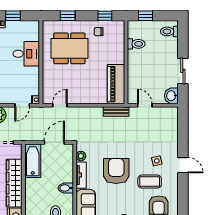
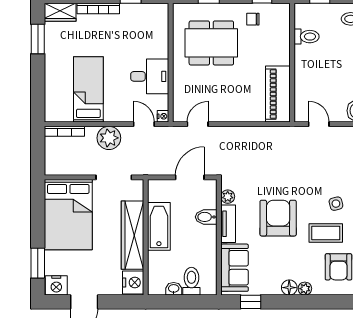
desk: (26, 54) -> (150, 76), moved
door: (22, 105) -> (144, 124), swing flipped
bench: (116, 112) -> (278, 133), removed
bathtub: (33, 161) -> (159, 226), moved
bidet: (66, 188) -> (206, 217), moved

